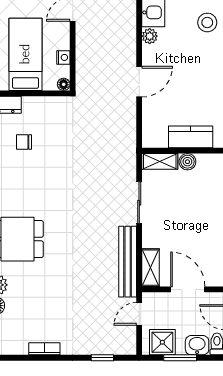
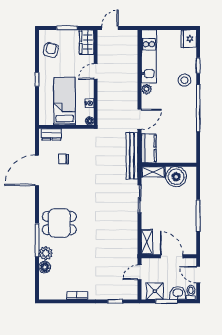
kitchen counter: (191, 137) -> (149, 148), moved, turned 90
boiler: (187, 162) -> (176, 177), width x1.86, depth x1.86
bench: (128, 262) -> (132, 156), moved

